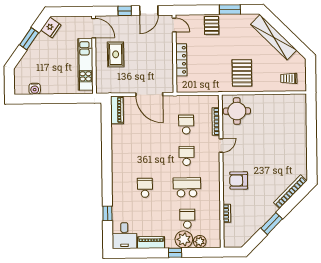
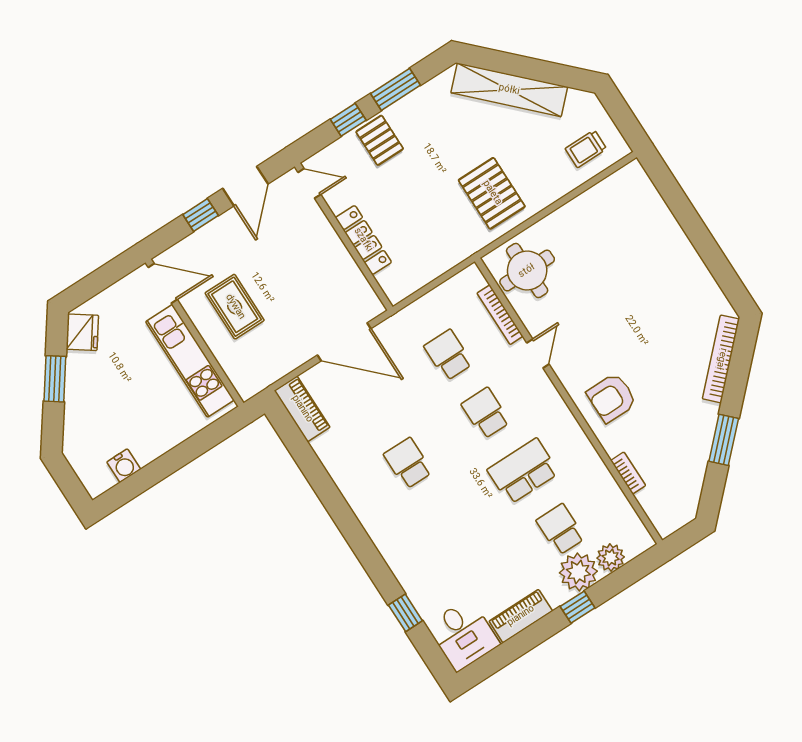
window: (204, 10) -> (348, 120), added
school desk: (145, 188) -> (408, 463), moved

